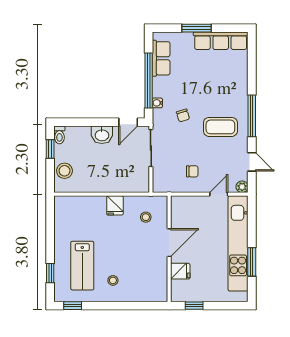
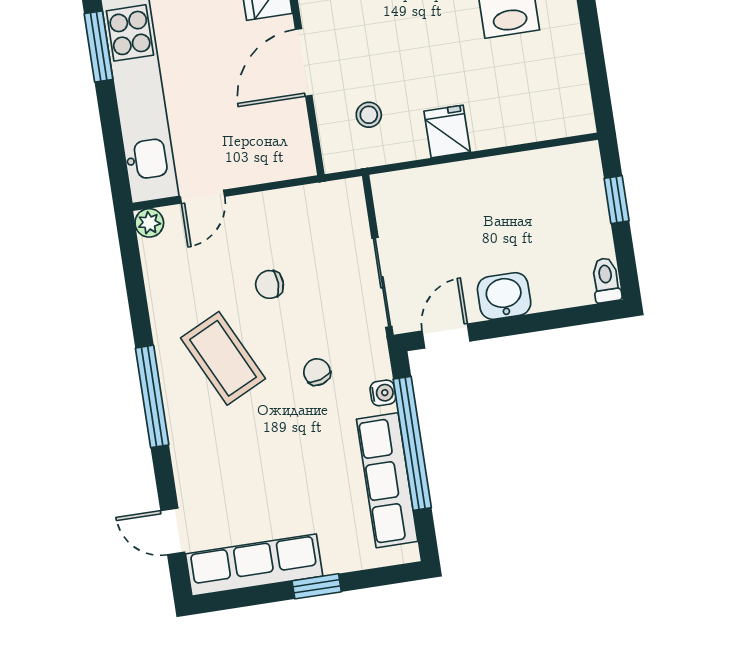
window: (196, 28) -> (317, 586), width x0.67
row of seats: (161, 58) -> (387, 480), width x1.48
coffee table: (220, 127) -> (223, 358), turned 64
window: (50, 149) -> (617, 200), moved
door: (252, 162) -> (173, 531), moved
stool: (64, 171) -> (581, 196), removed
chair: (192, 171) -> (270, 284), moved

